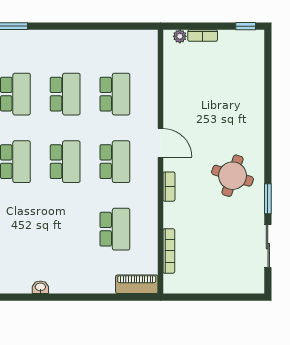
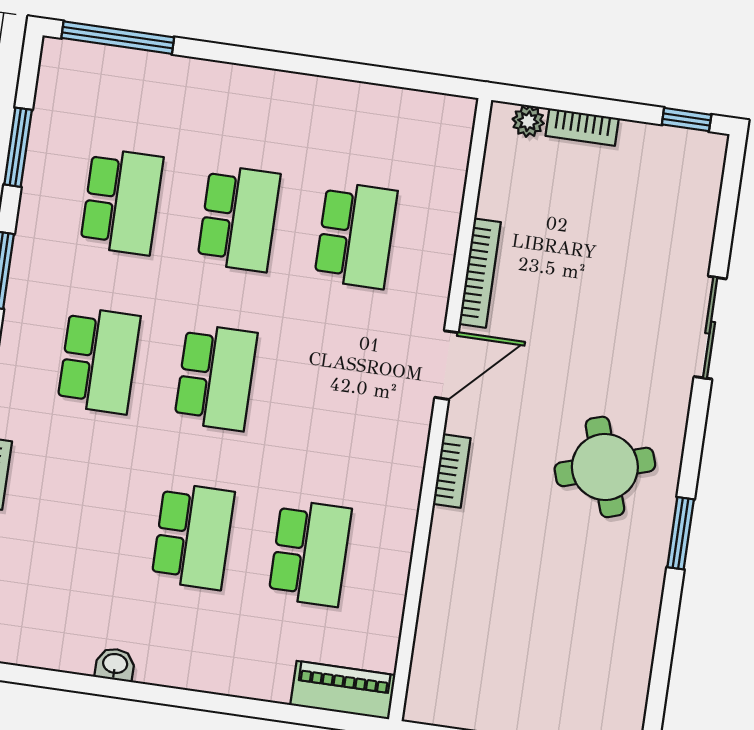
door: (160, 143) -> (446, 365), hinge flipped
school desk: (115, 162) -> (193, 536), moved
round table: (233, 176) -> (605, 467), turned -36
sliding door: (268, 246) -> (710, 328), moved
bookcase: (169, 251) -> (480, 273), moved

